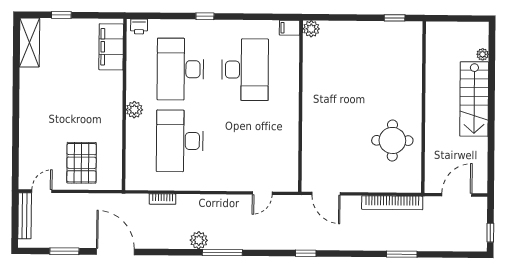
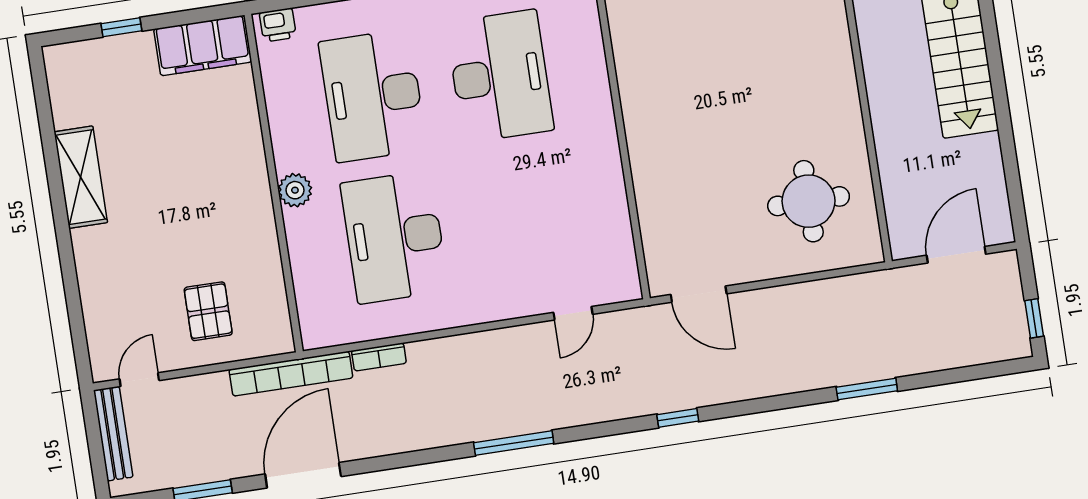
shelving: (29, 43) -> (81, 177), moved
filing cabinet: (111, 47) -> (203, 45), moved, turned -90
round table: (392, 140) -> (809, 201), moved
pallet: (82, 163) -> (208, 311), width x0.67, depth x0.71
bookcase: (392, 203) -> (291, 374), moved
plant: (199, 240) -> (463, 426), removed
door: (115, 252) -> (303, 475), hinge flipped

